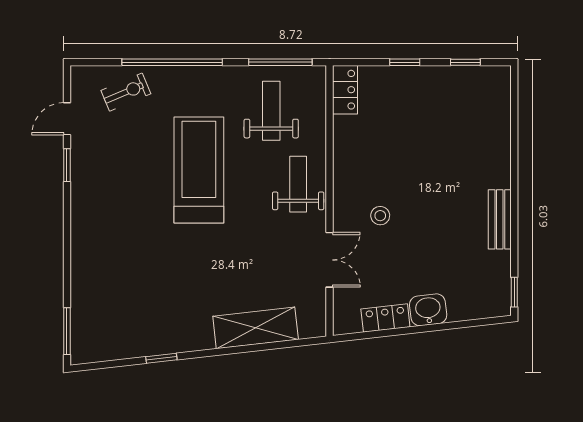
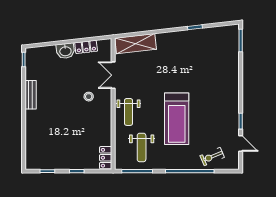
door: (67, 119) -> (241, 144), hinge flipped
shelving: (256, 328) -> (136, 44), moved

